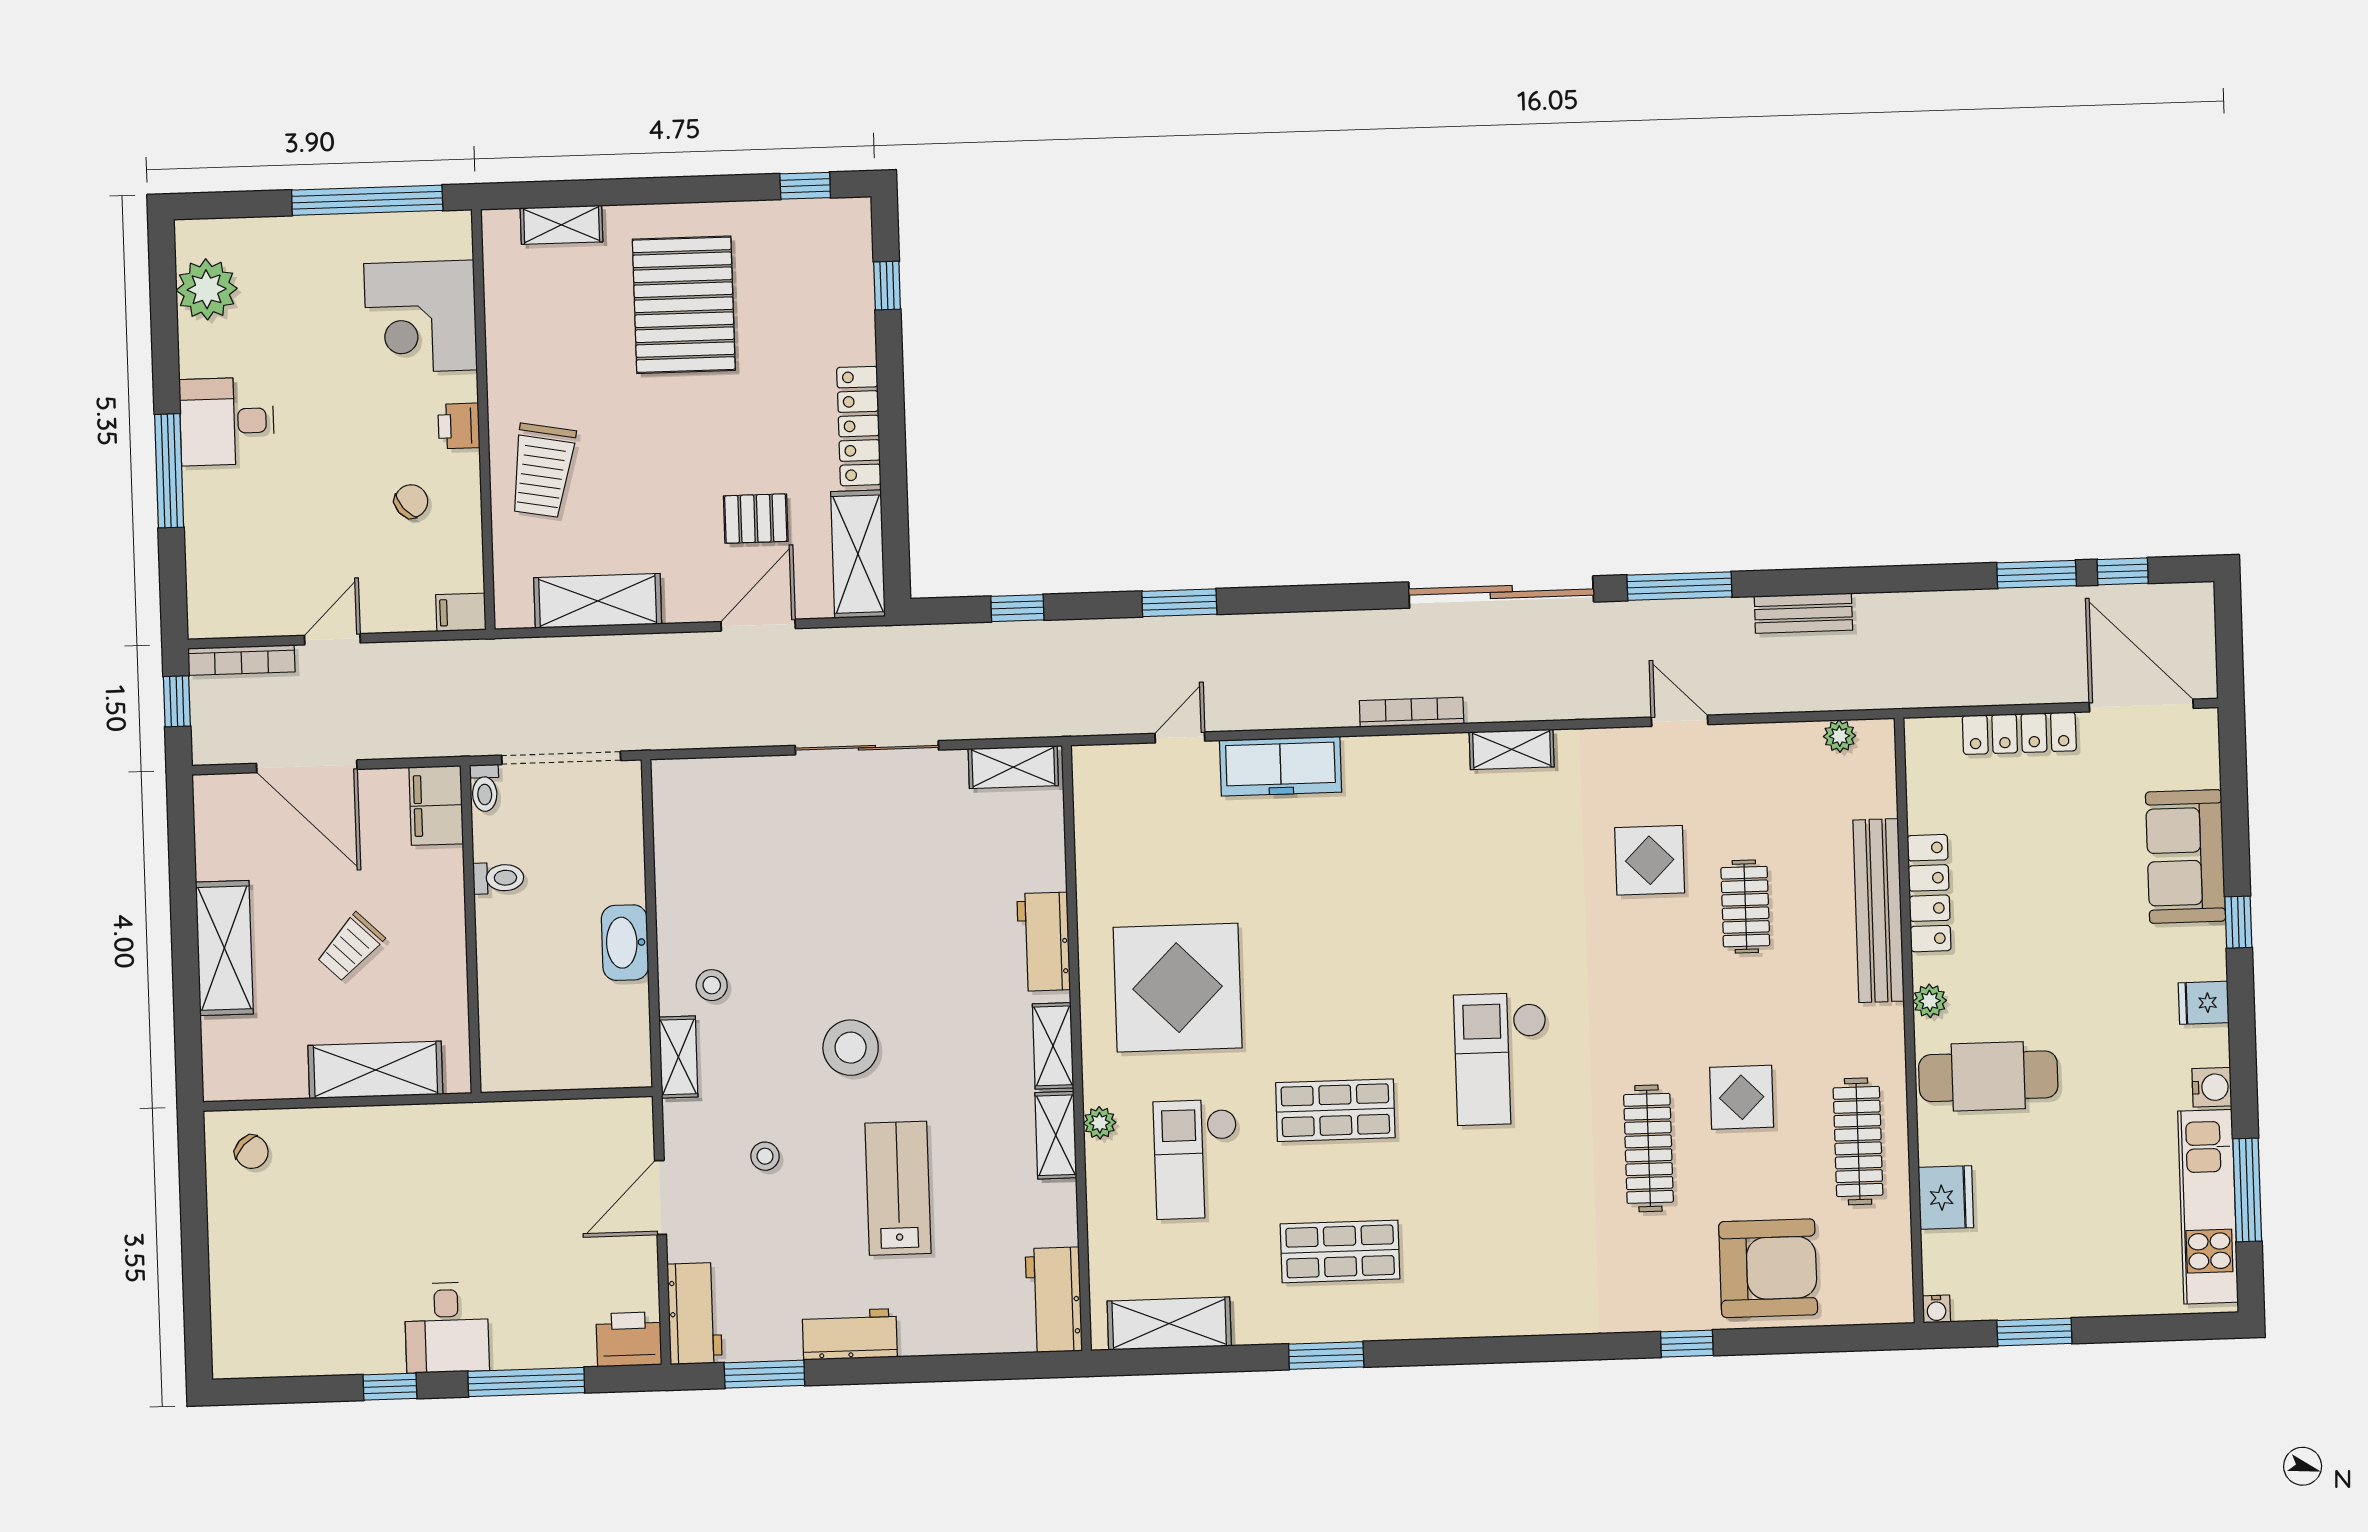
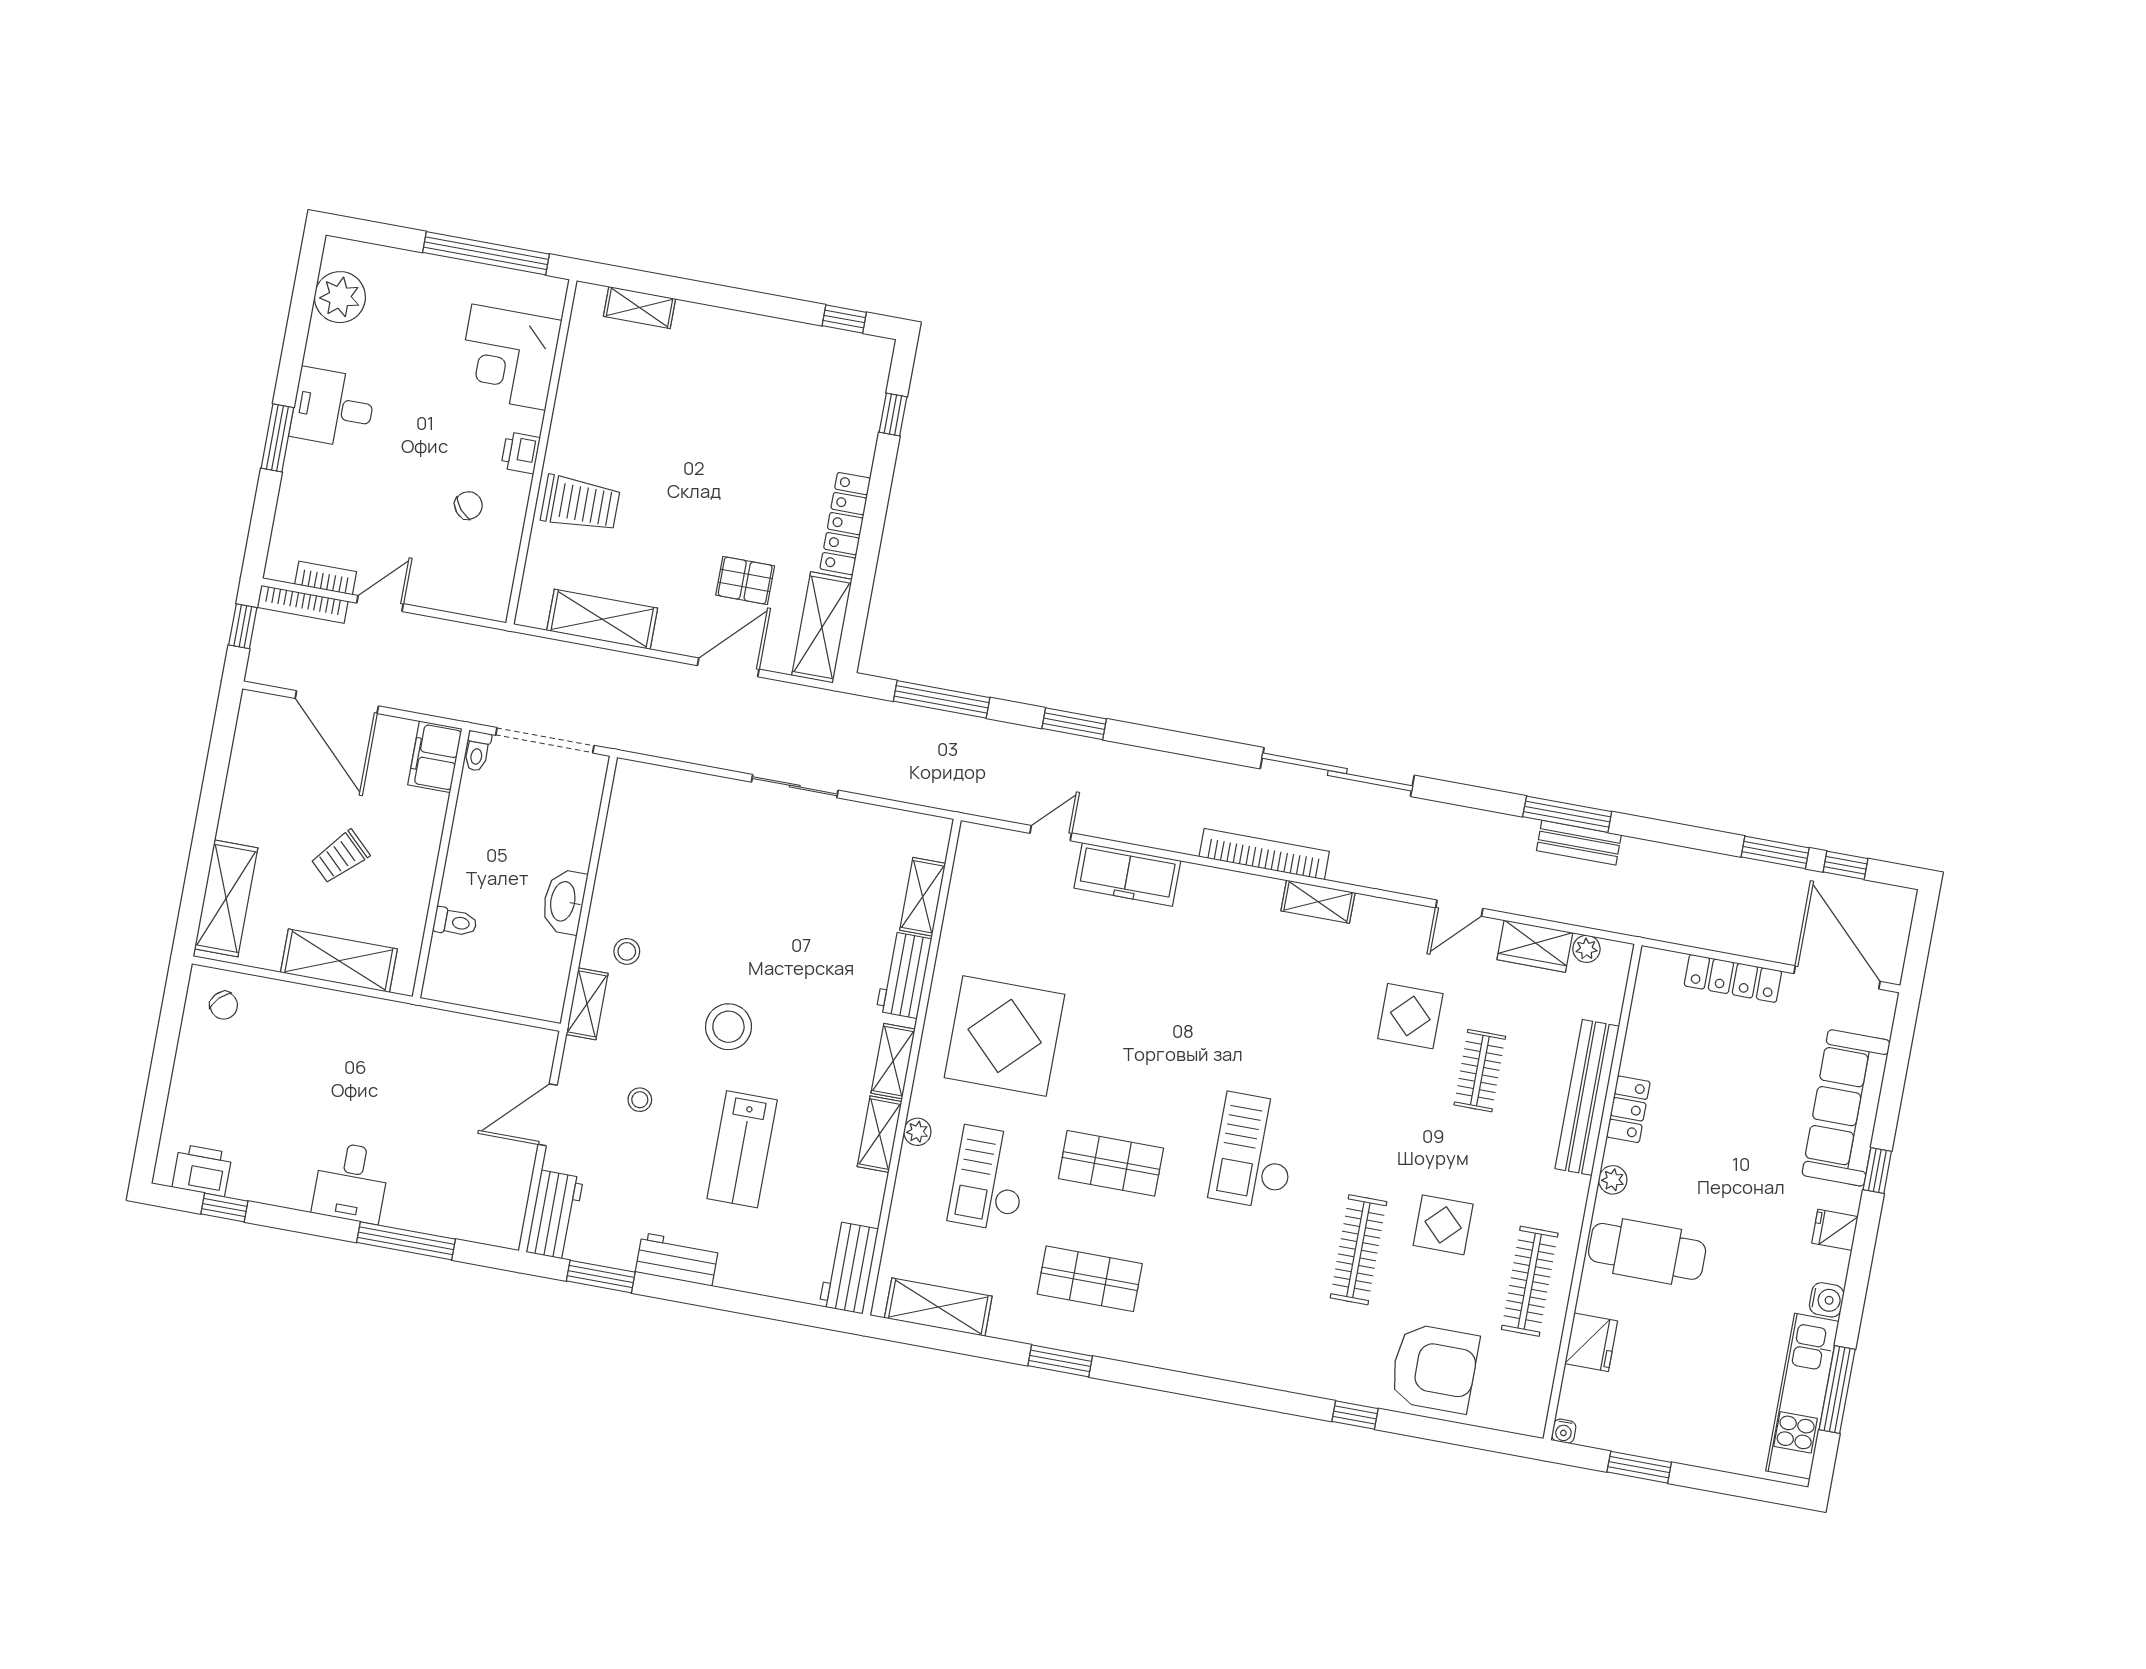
pallet: (684, 305) -> (725, 394), removed
trolley: (542, 470) -> (580, 504), turned -100
window: (169, 471) -> (277, 438), width x0.69
window: (1679, 586) -> (1567, 814), moved
window: (1017, 608) -> (942, 699), width x2.17
filing cabinet: (461, 612) -> (489, 604), removed
bookcase: (262, 623) -> (326, 578), added
bookcase: (1412, 712) -> (1264, 854), width x1.48, depth x1.31
door: (1680, 721) -> (1459, 908), swing flipped
wardrobe: (1778, 746) -> (1535, 946), added
sliding door: (867, 748) -> (795, 786), width x0.73
shelving: (1013, 767) -> (923, 897), moved, turned 90
sofa: (2186, 857) -> (1846, 1108), width x1.36
toilet: (498, 878) -> (455, 922), moved
locker: (1929, 893) -> (1628, 1109), width x0.66
shelving: (224, 948) -> (226, 898), moved
lab bench: (898, 1188) -> (742, 1149), turned 180
printer: (629, 1339) -> (202, 1170), moved
window: (390, 1387) -> (224, 1207), moved

